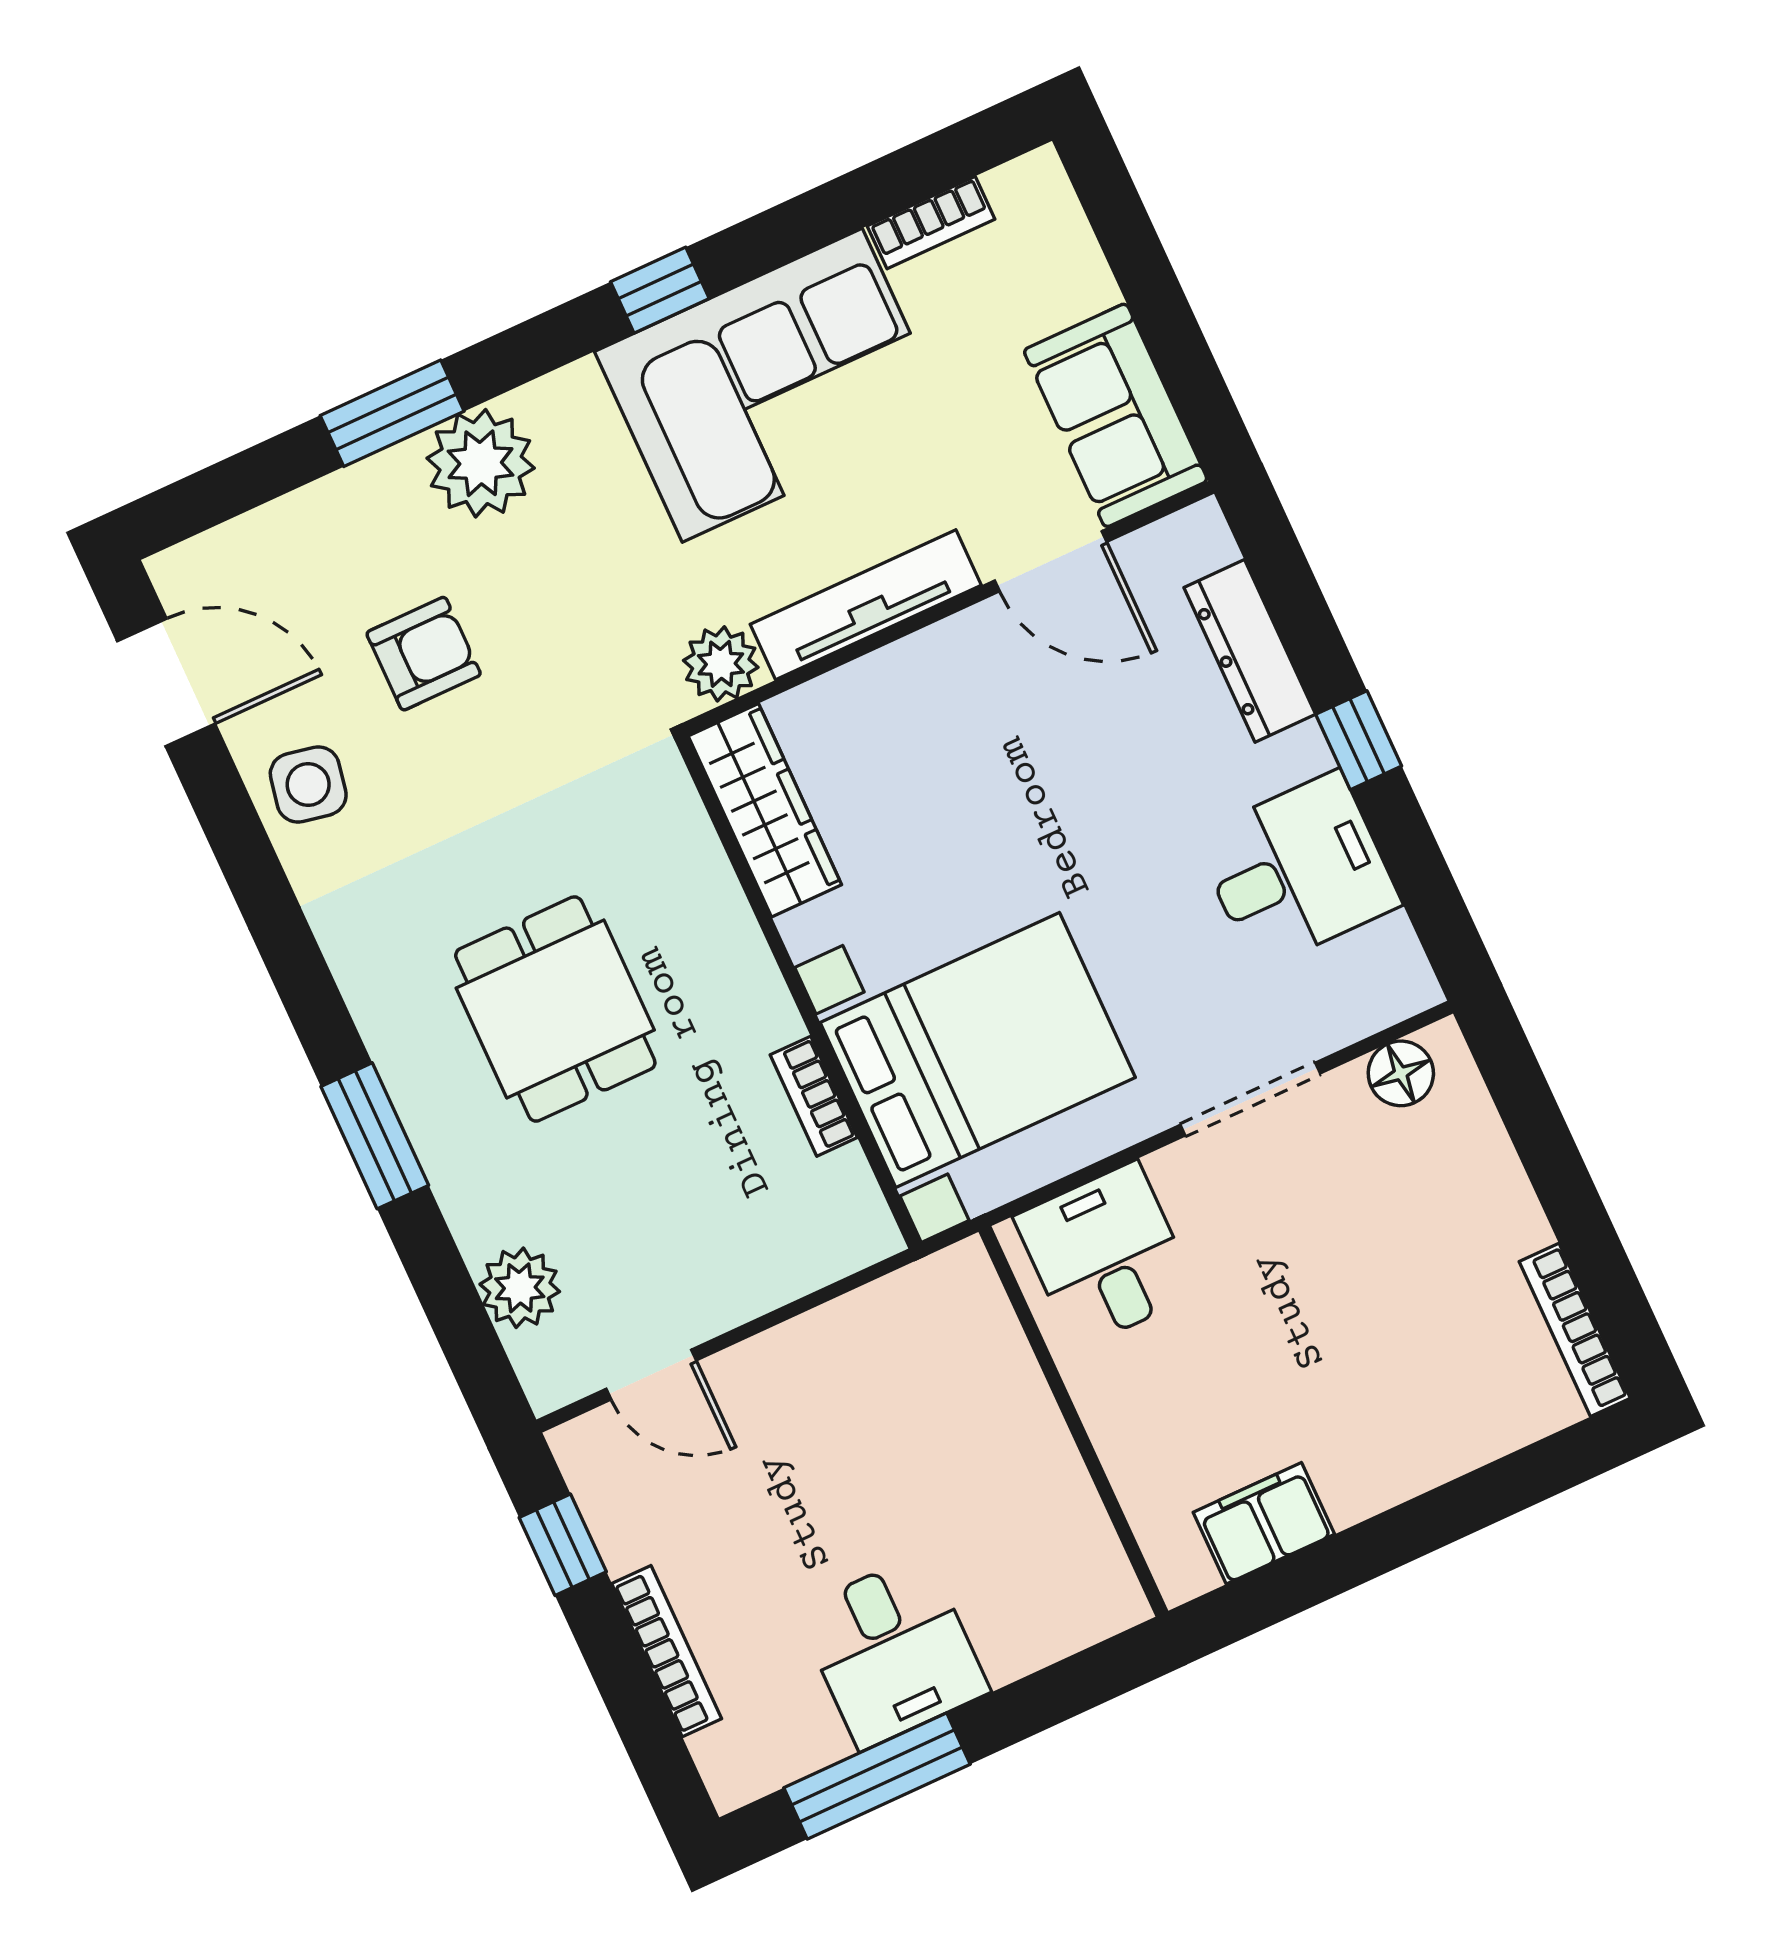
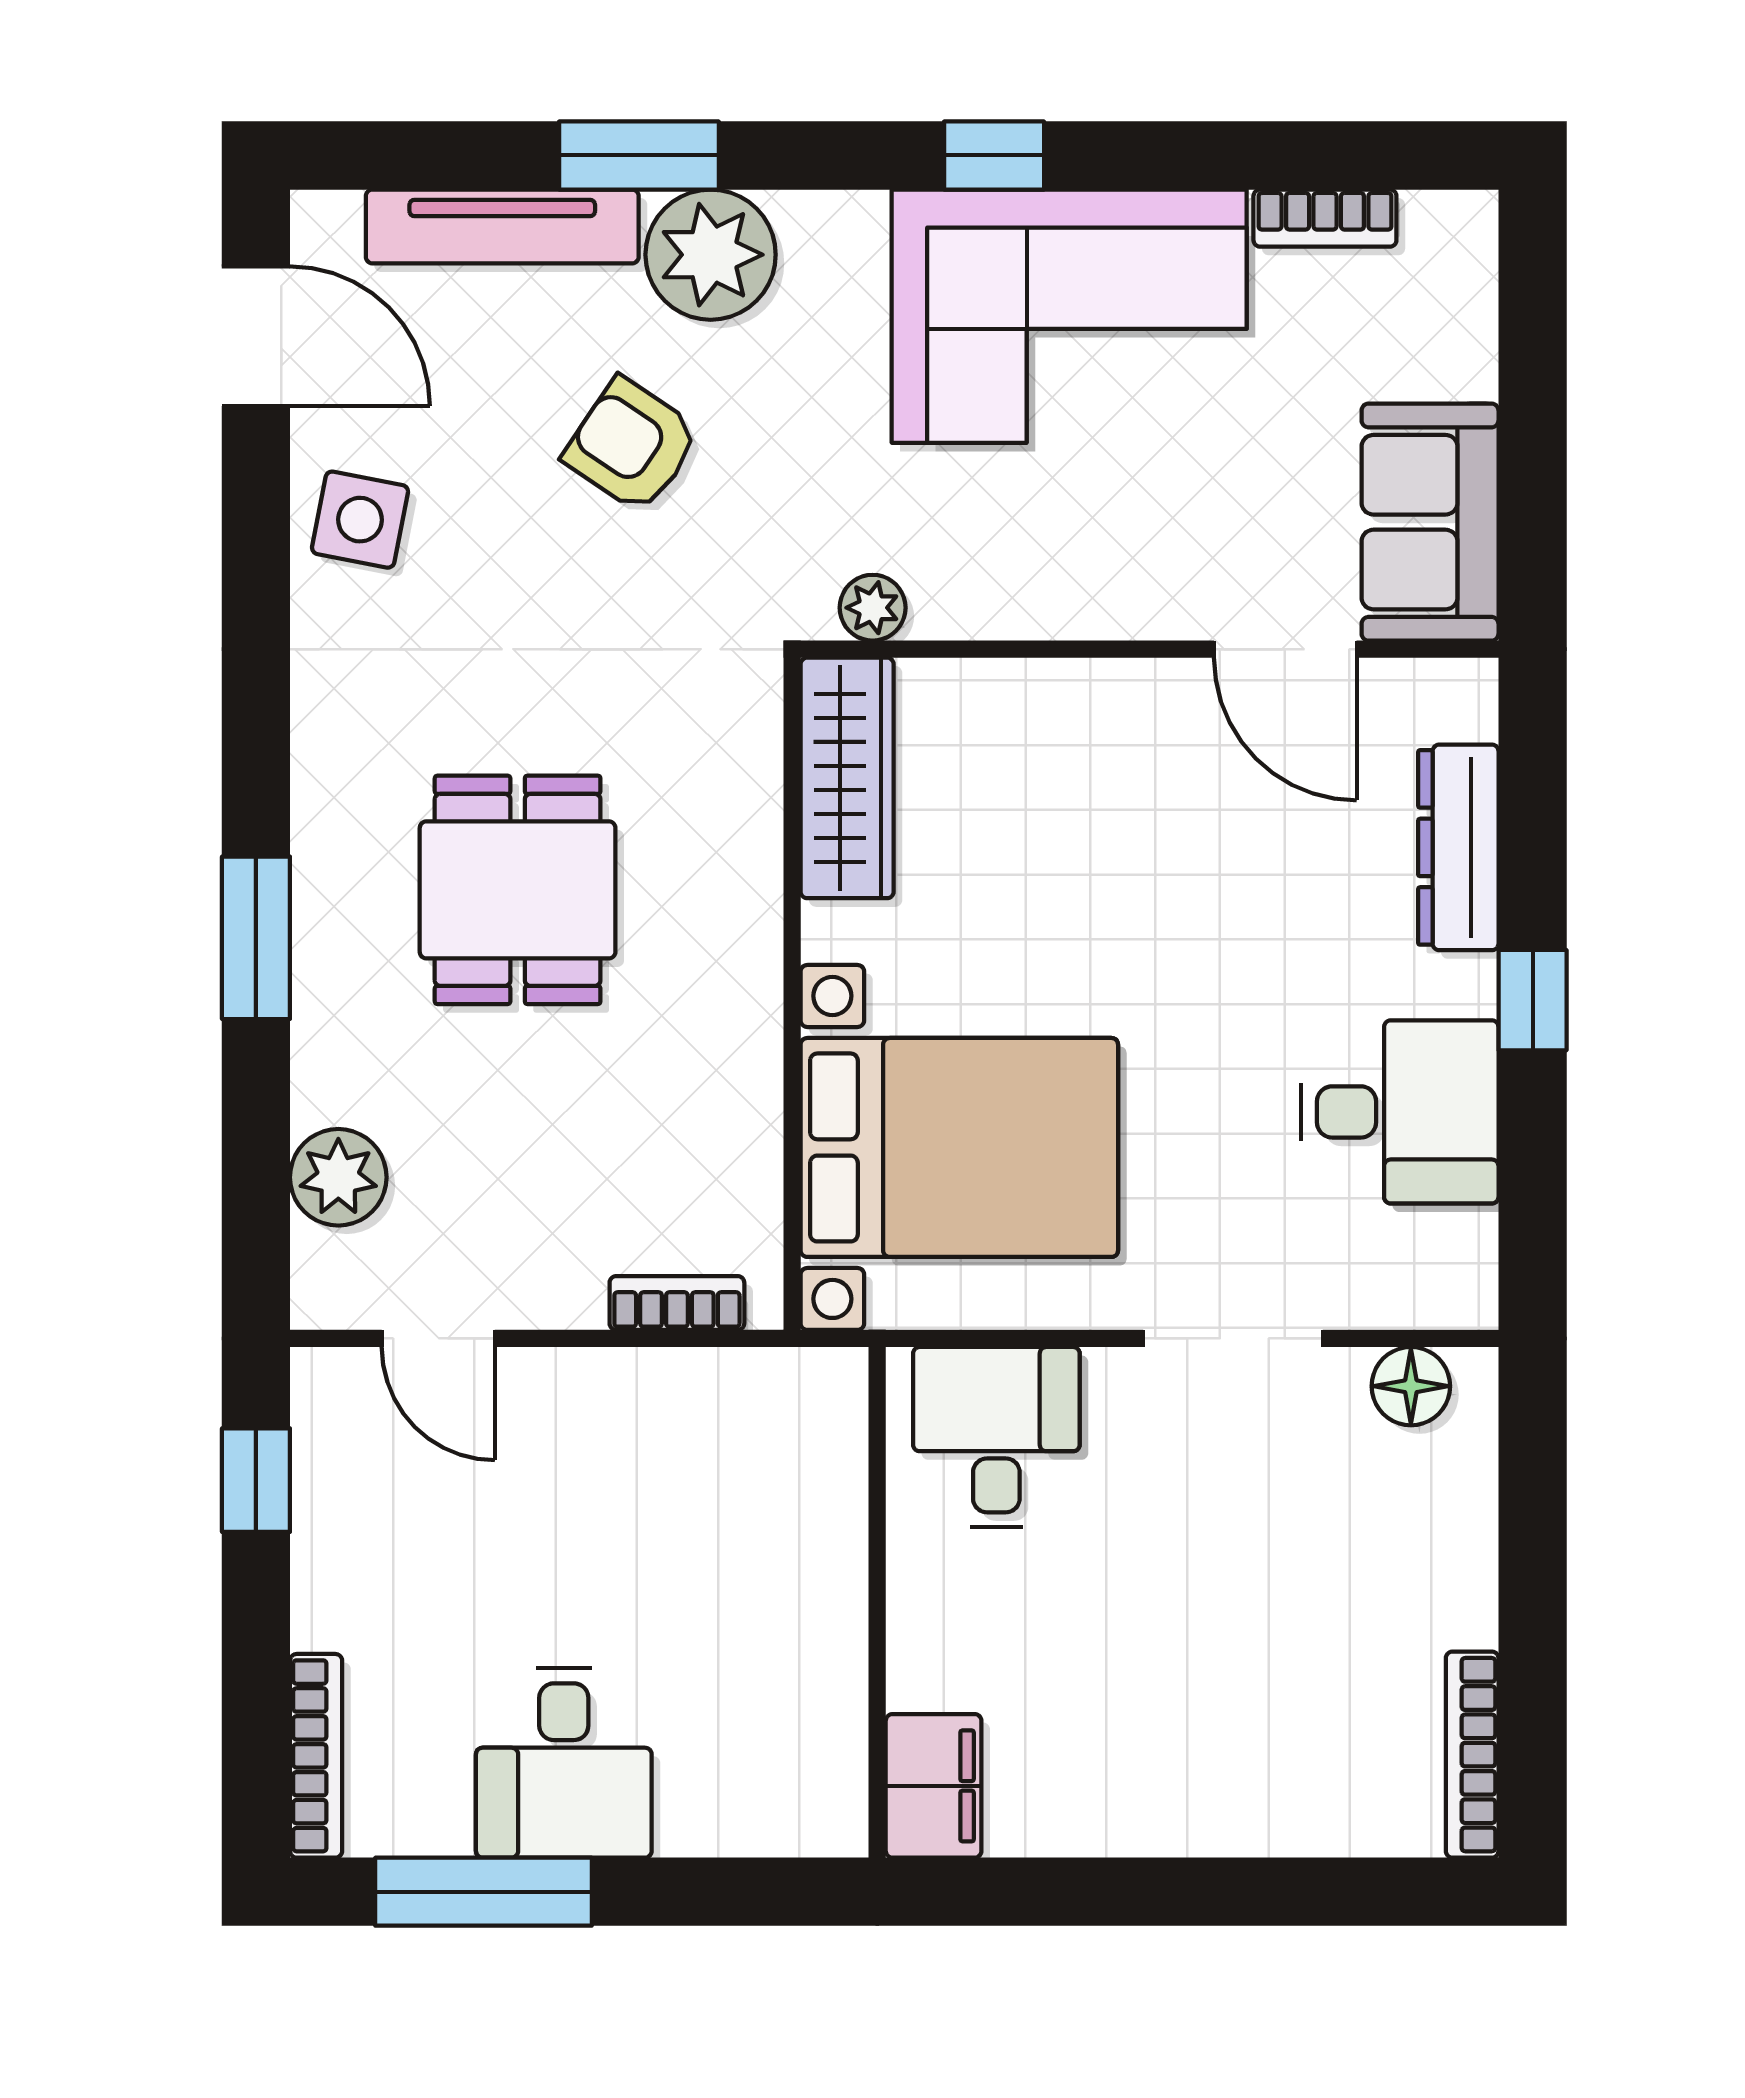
tv unit: (866, 605) -> (502, 226), moved, turned 180
armchair: (424, 654) -> (632, 445), moved, turned -146
plant: (721, 664) -> (873, 608), width x0.73, depth x0.73
bookcase: (814, 1096) -> (677, 1303), moved, turned 90
filing cabinet: (1264, 1523) -> (934, 1786), moved, turned 90
bookcase: (667, 1651) -> (316, 1756), moved

